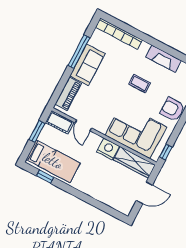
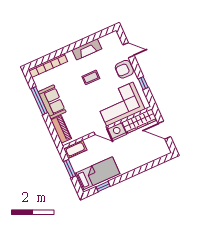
door: (83, 126) -> (100, 131), moved
window: (166, 152) -> (143, 83), moved
door: (144, 193) -> (164, 130), swing flipped

